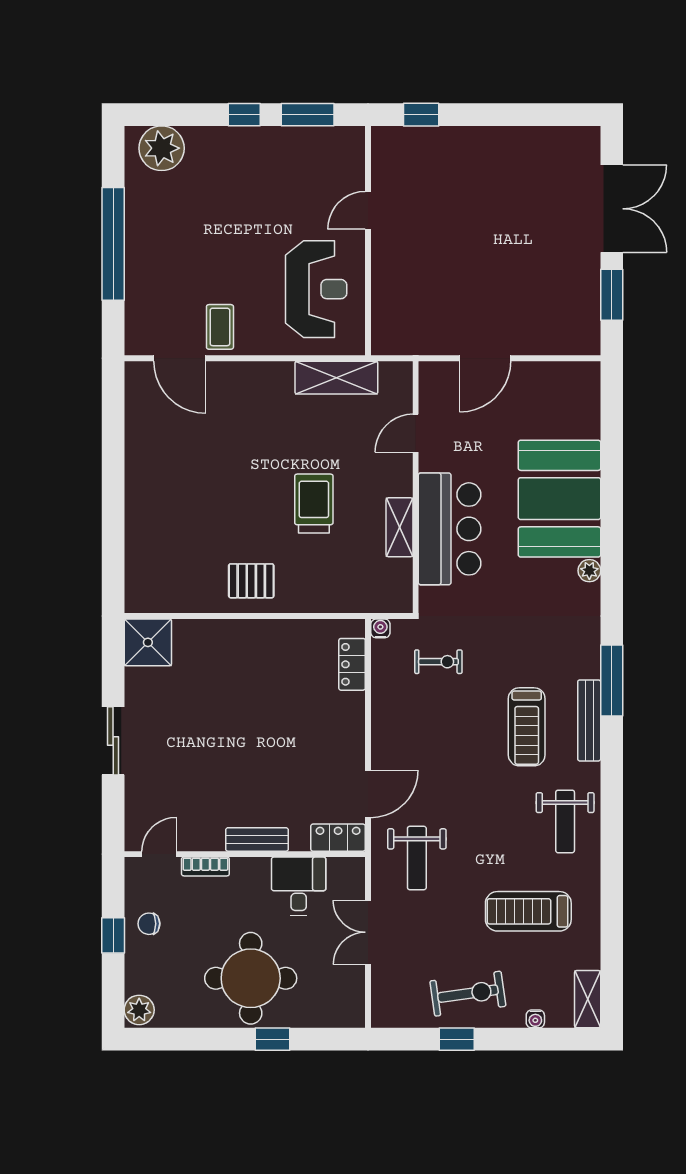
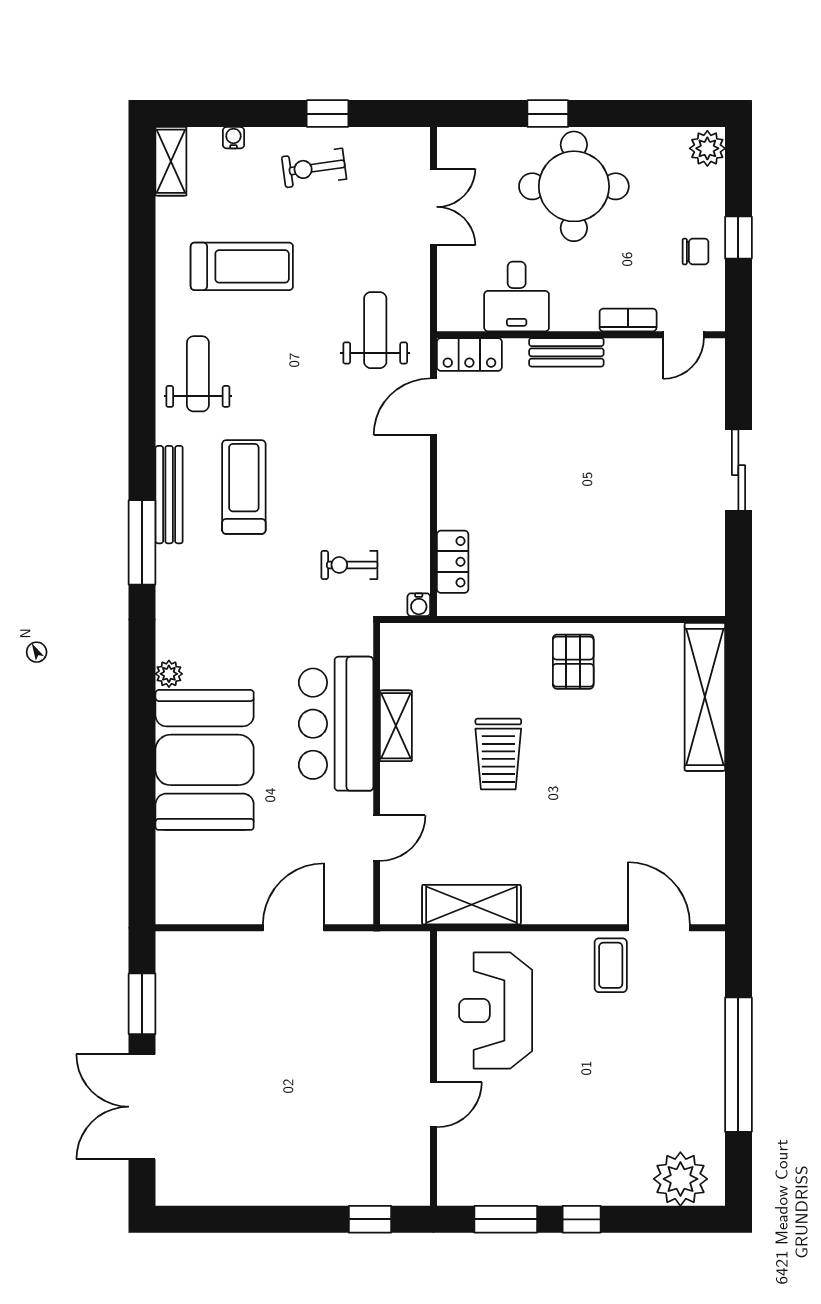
shelving: (141, 551) -> (705, 697), added
pallet: (251, 581) -> (573, 662), turned 90
shower: (148, 642) -> (697, 588), removed
double door: (368, 932) -> (434, 207), moved
exercise bike: (468, 994) -> (314, 168), width x0.73, depth x0.72

